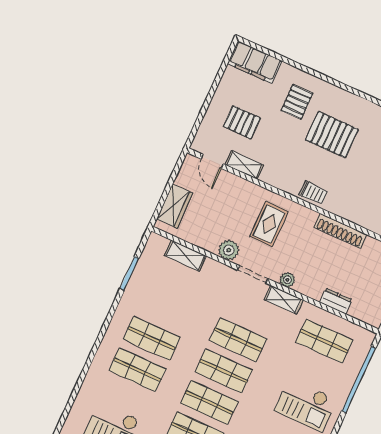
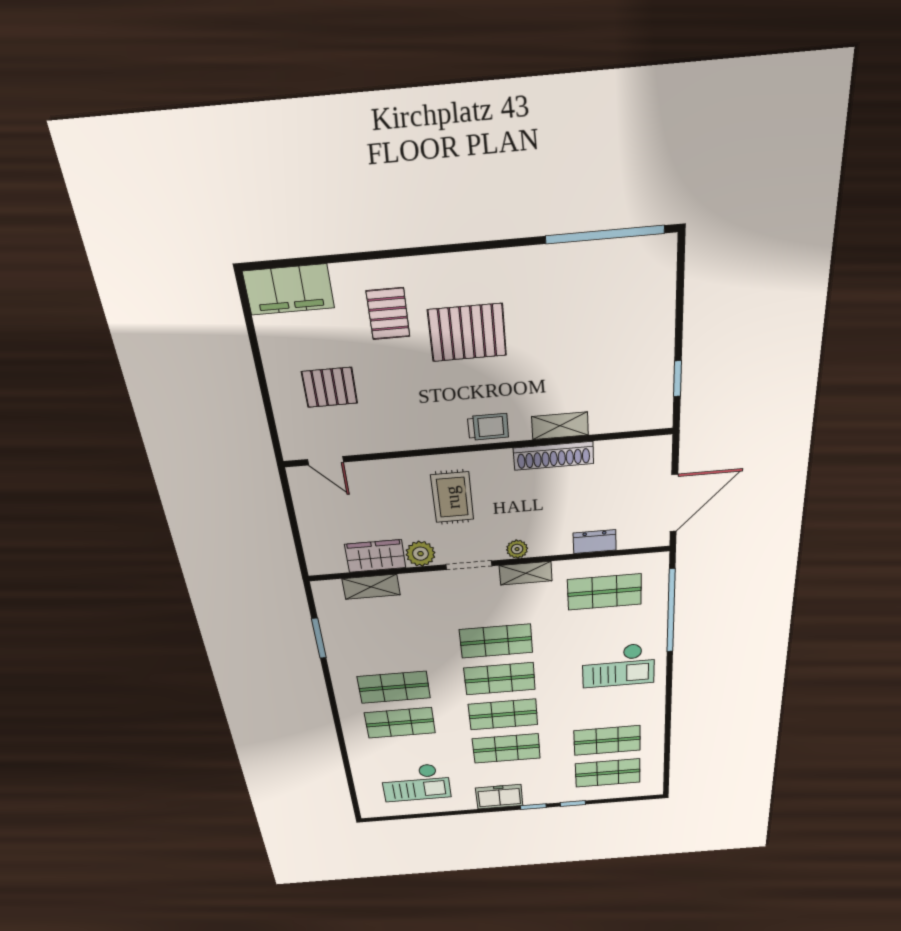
shelving: (244, 165) -> (560, 426), moved
wardrobe: (175, 206) -> (375, 556), moved, turned -90

